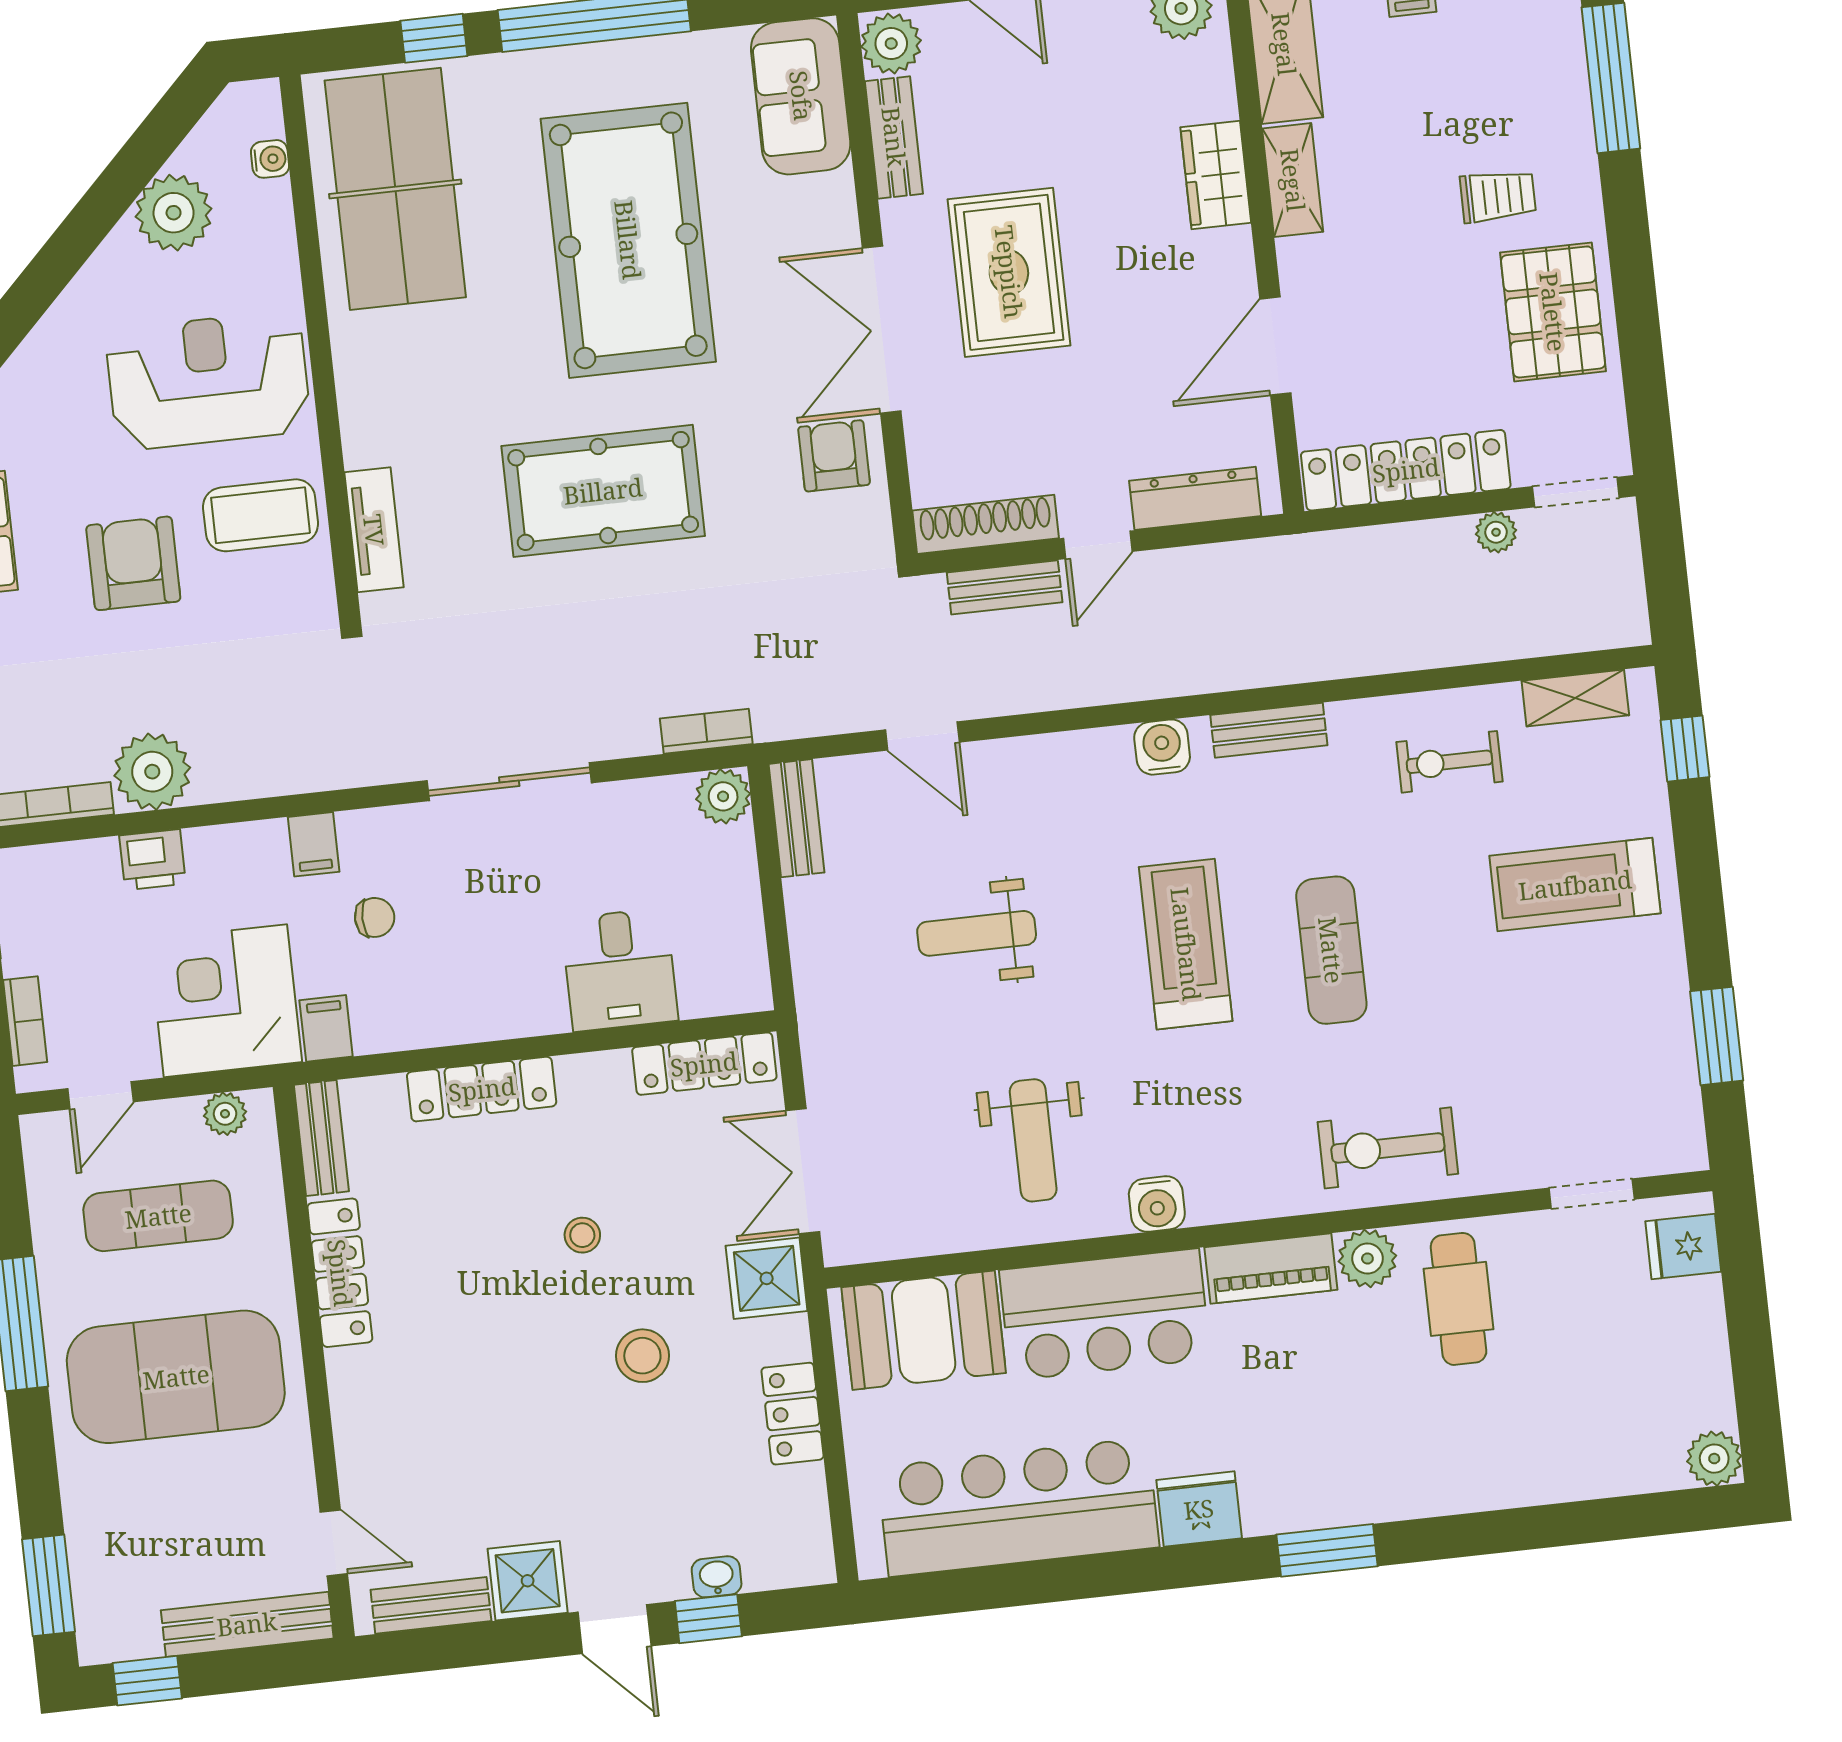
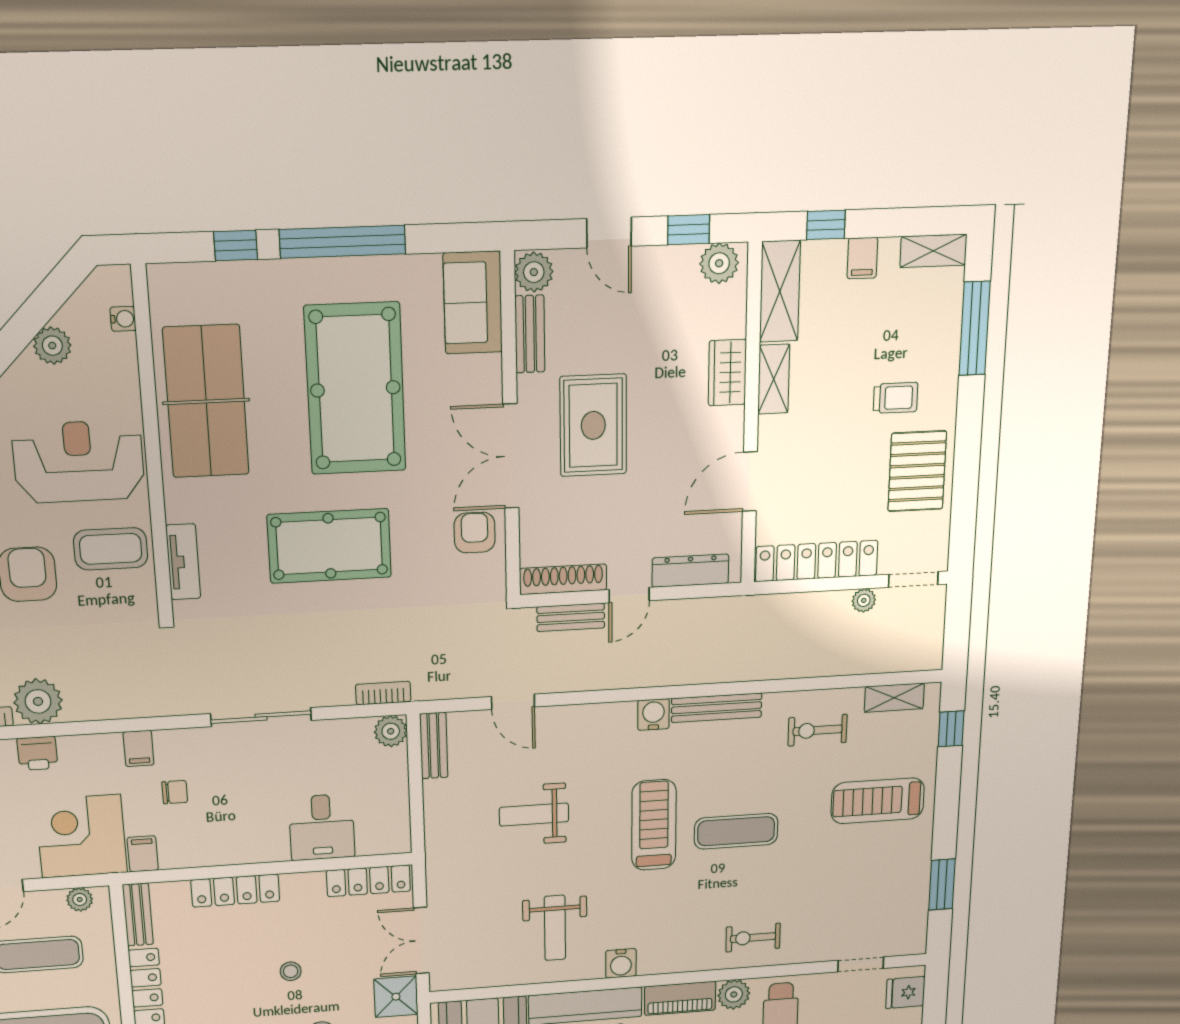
table tennis table: (395, 189) -> (206, 402), moved
plant: (174, 213) -> (52, 346), width x0.73, depth x0.73
bench: (1269, 730) -> (717, 708), width x1.36
exercise mat: (1331, 950) -> (736, 831), turned 90
exercise bike: (1388, 1148) -> (753, 938), width x0.73, depth x0.72

